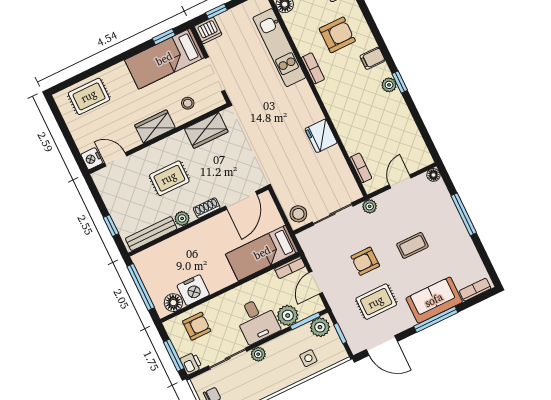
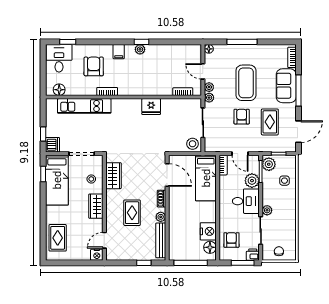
plant: (383, 200) -> (209, 87), added
coffee table: (412, 245) -> (246, 83), width x1.86, depth x1.72
armchair: (365, 261) -> (242, 117), turned 180

